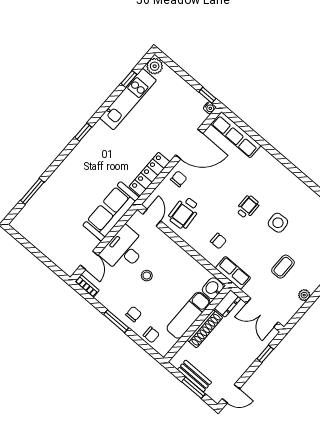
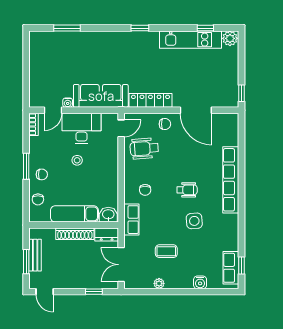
water cooler: (210, 108) -> (68, 103), moved
row of seats: (236, 135) -> (231, 180), moved, width x1.36

